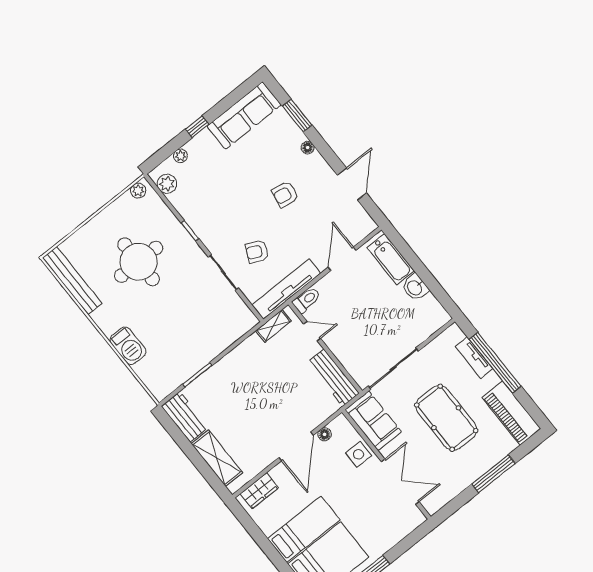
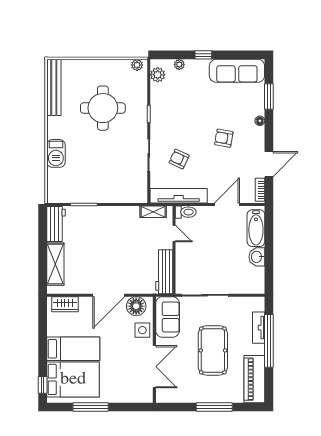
bookcase: (364, 217) -> (260, 190), added
floor lamp: (325, 434) -> (136, 306), width x1.89, depth x1.89

